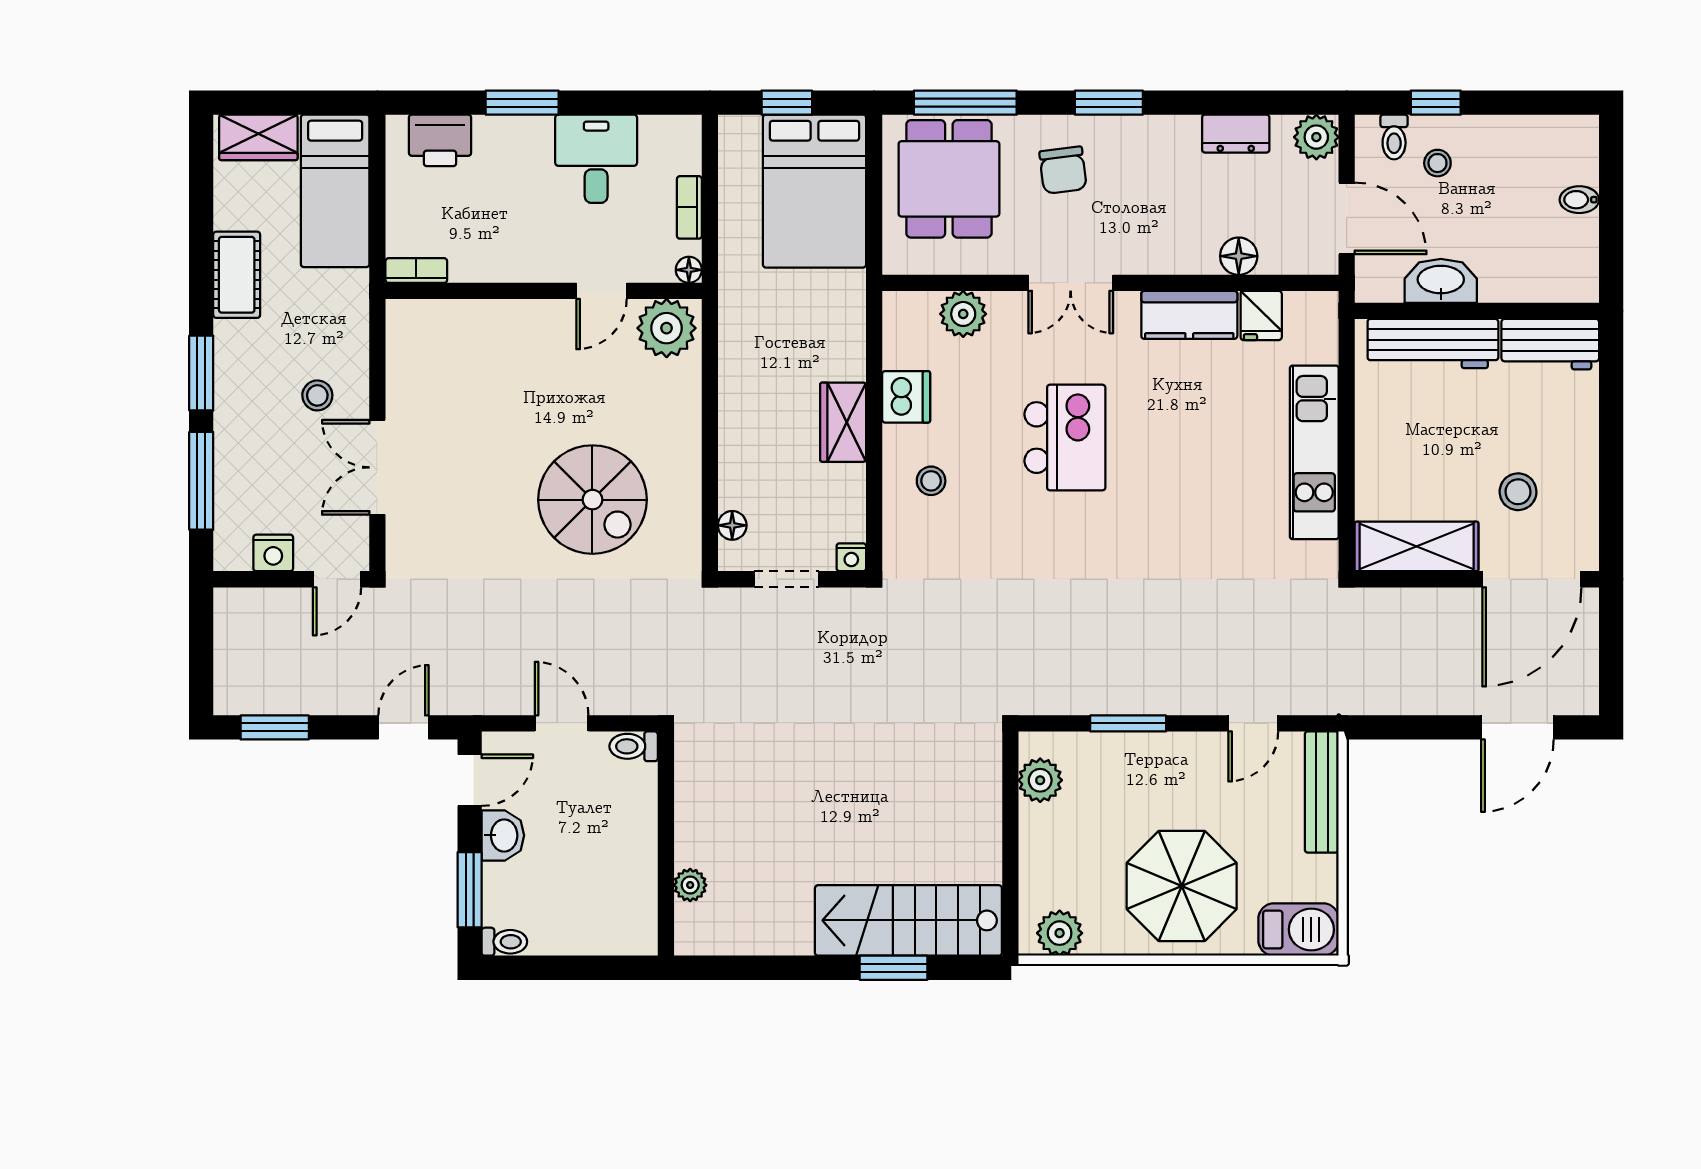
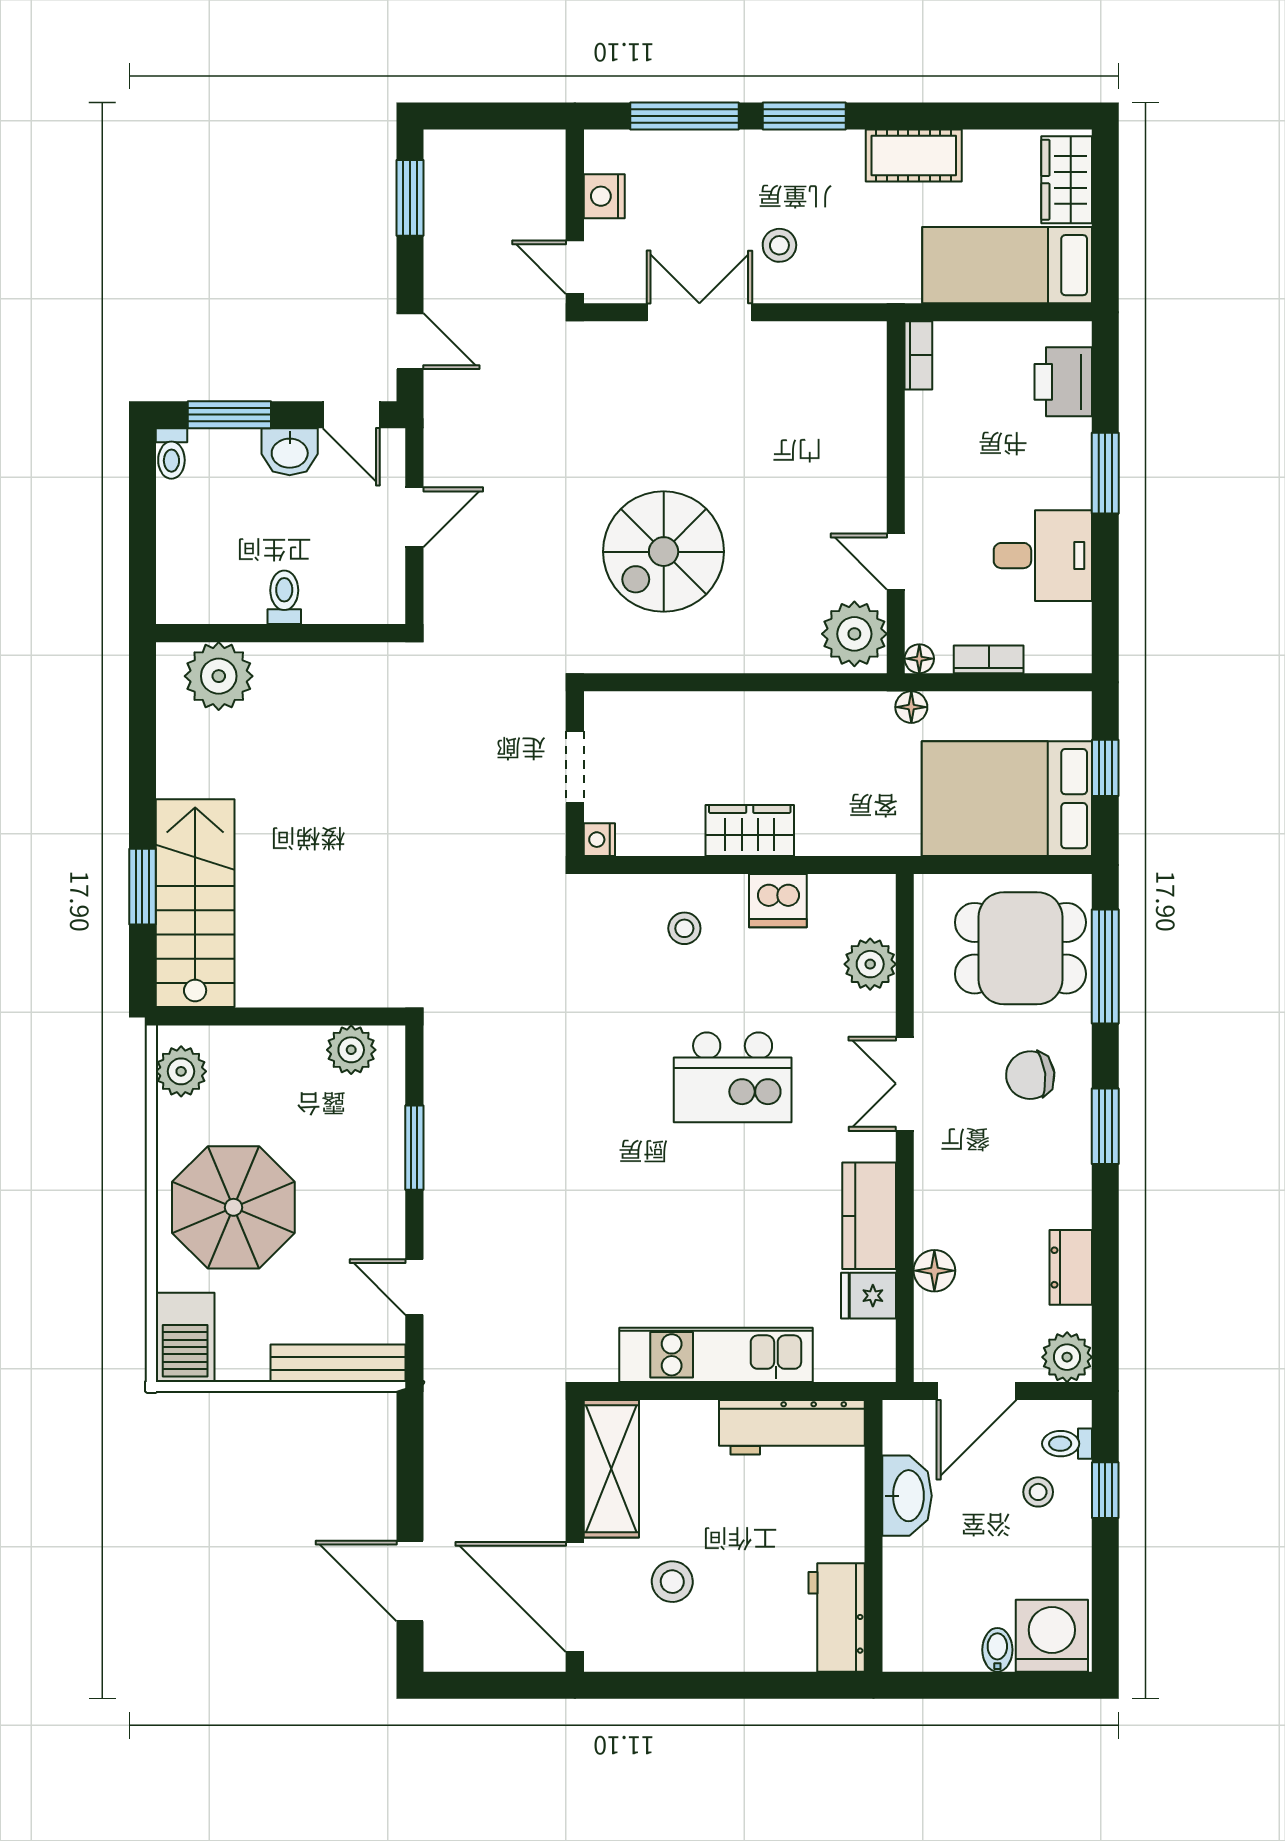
washing machine: (1567, 151) -> (1052, 1636), added
workbench: (1433, 343) -> (792, 1427), moved, turned -90
floor lamp: (732, 525) -> (911, 707), moved
toilet: (634, 746) -> (284, 597), moved
plant: (690, 885) -> (219, 676), width x1.87, depth x1.87

